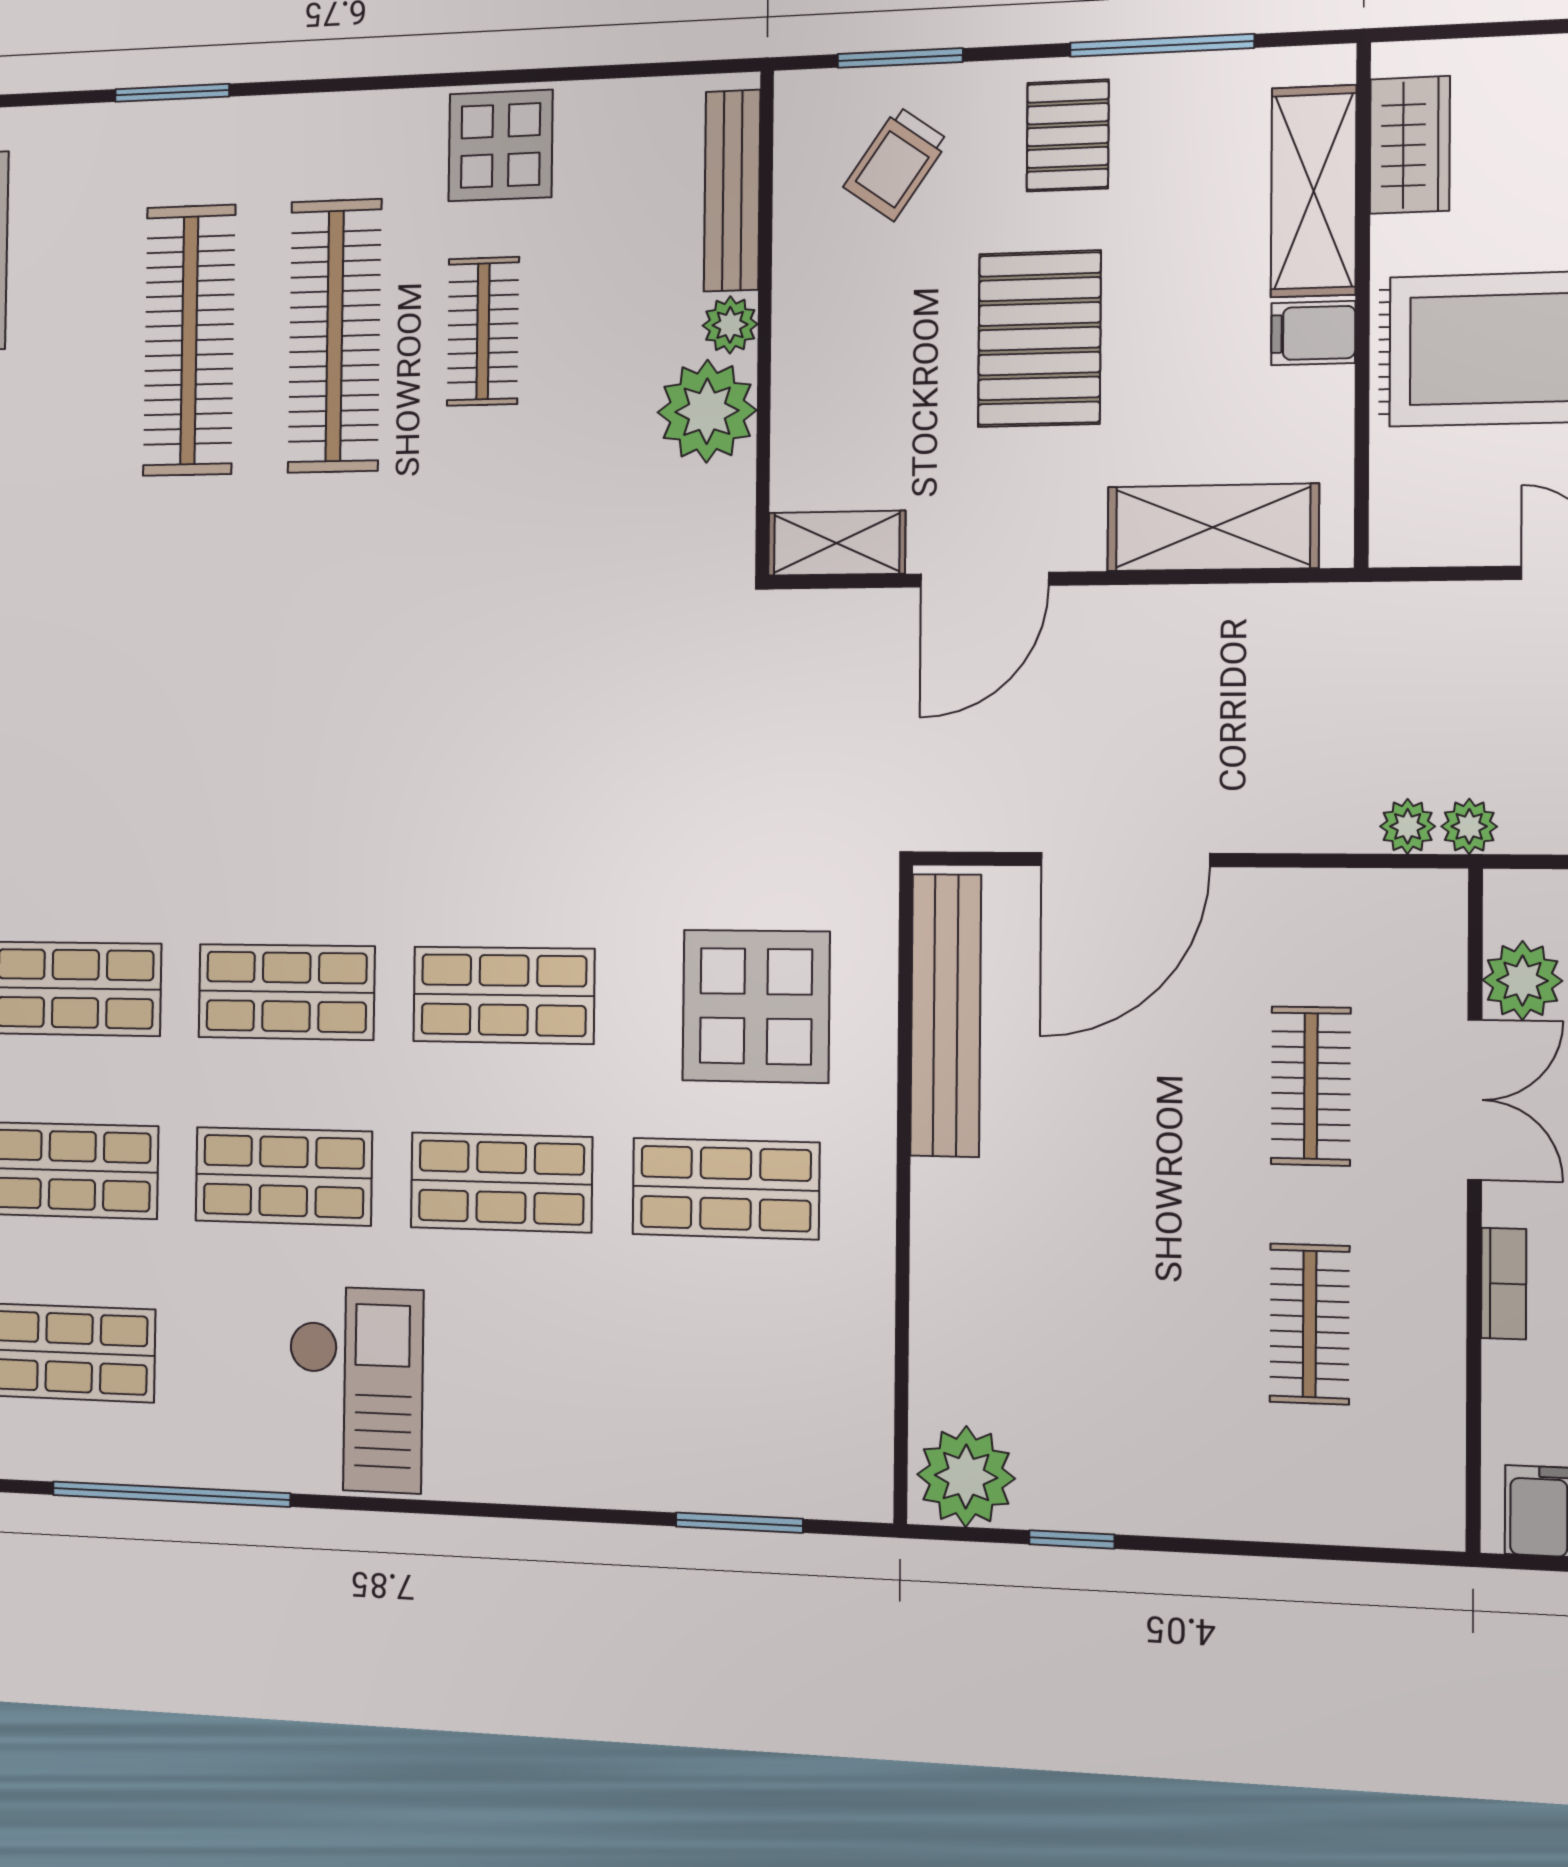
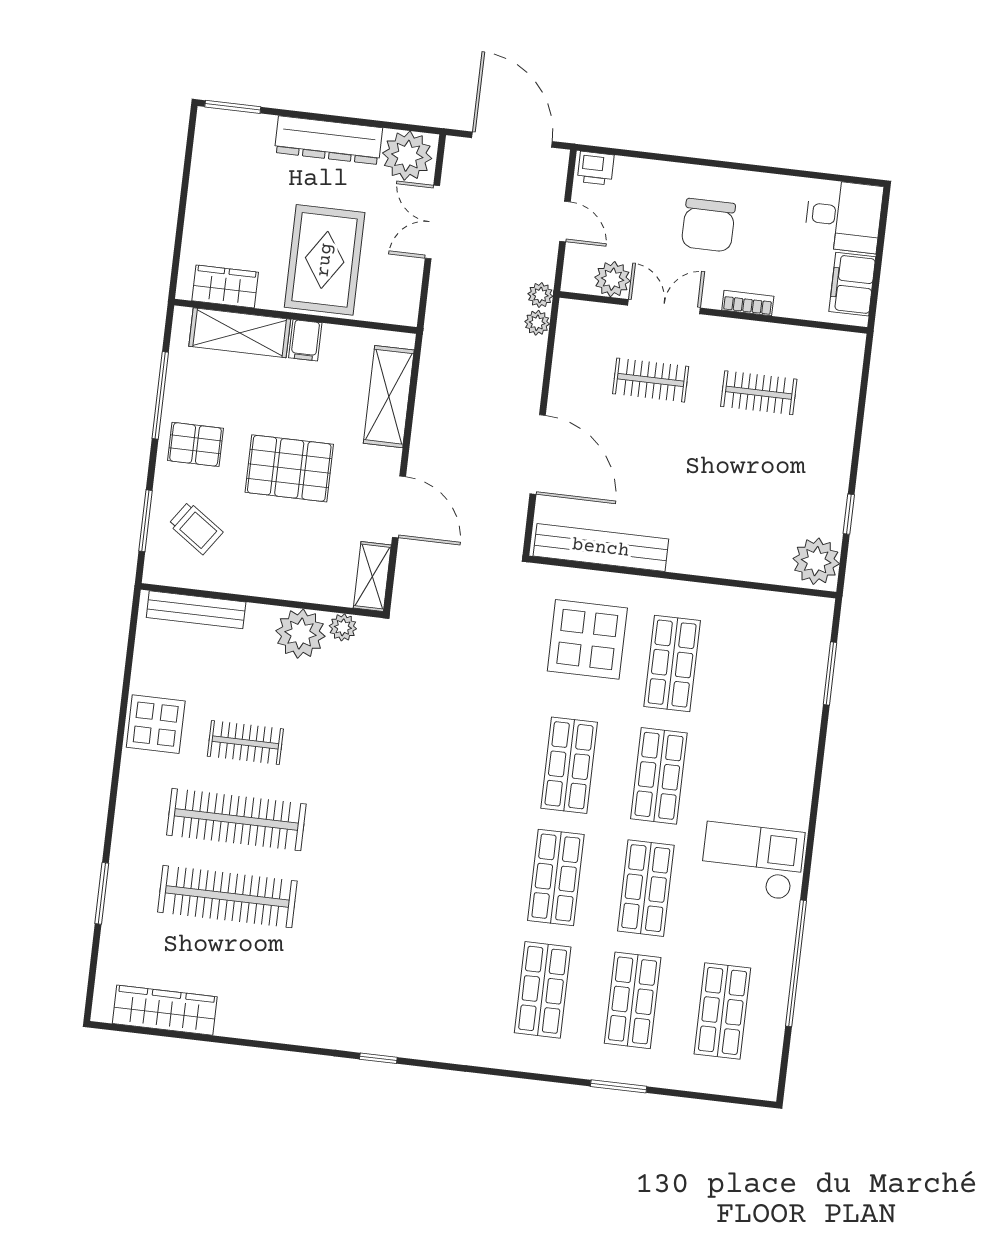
plant: (730, 325) -> (343, 627), moved

